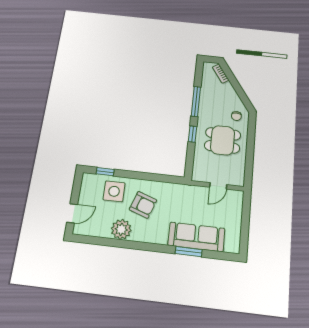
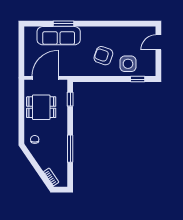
window: (192, 134) -> (70, 99), moved
dining table: (223, 140) -> (41, 107), moved
door: (218, 186) -> (45, 78), width x1.87
plant: (121, 229) -> (118, 35), removed

